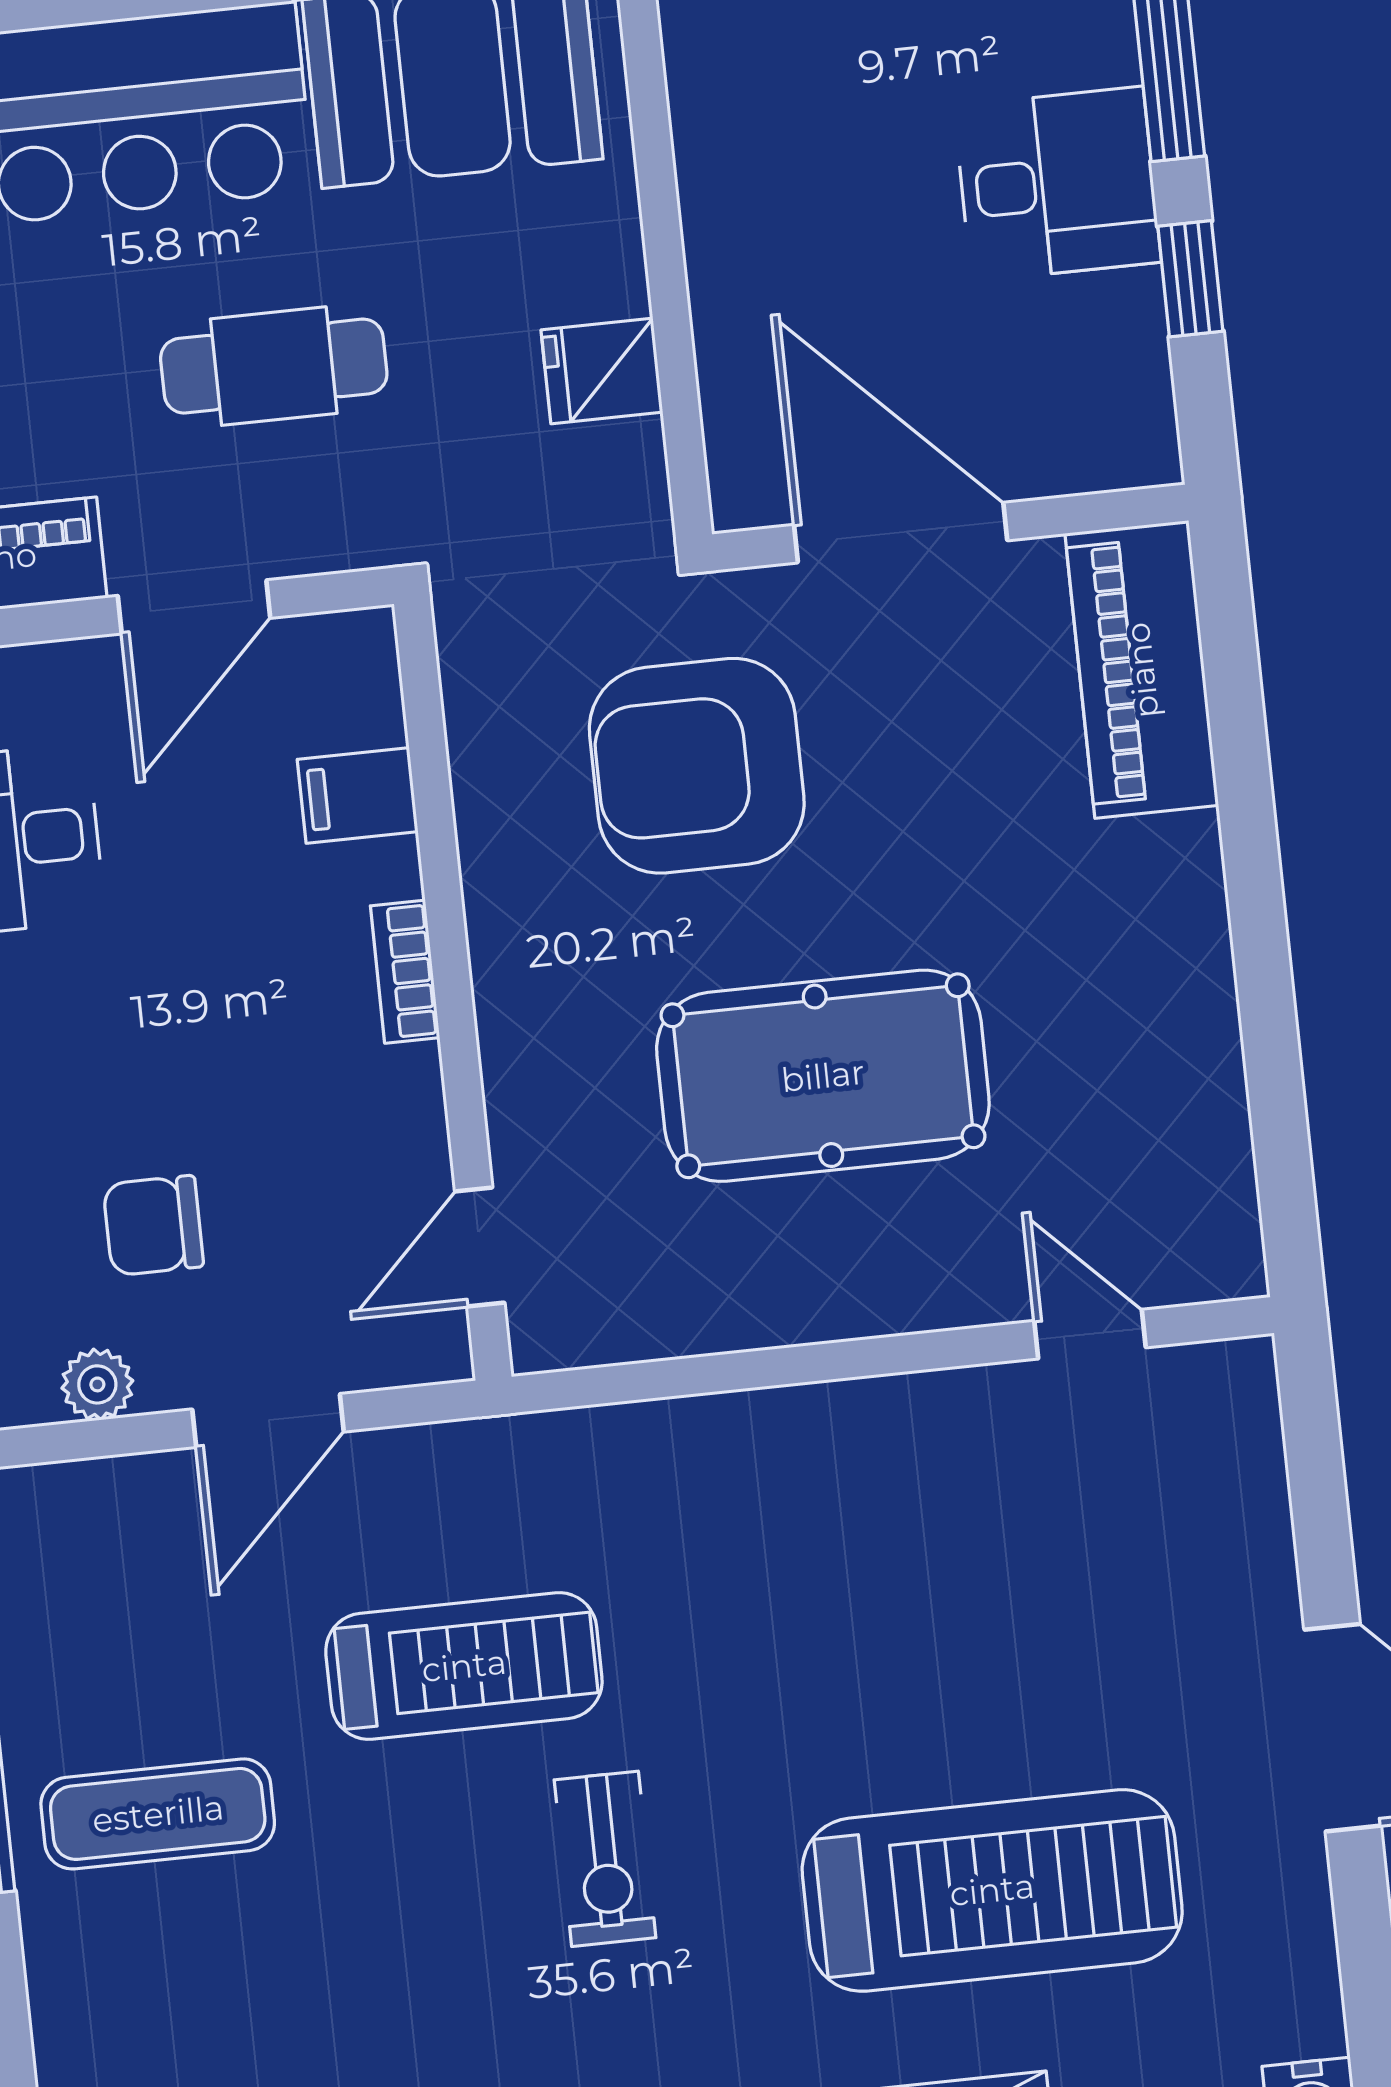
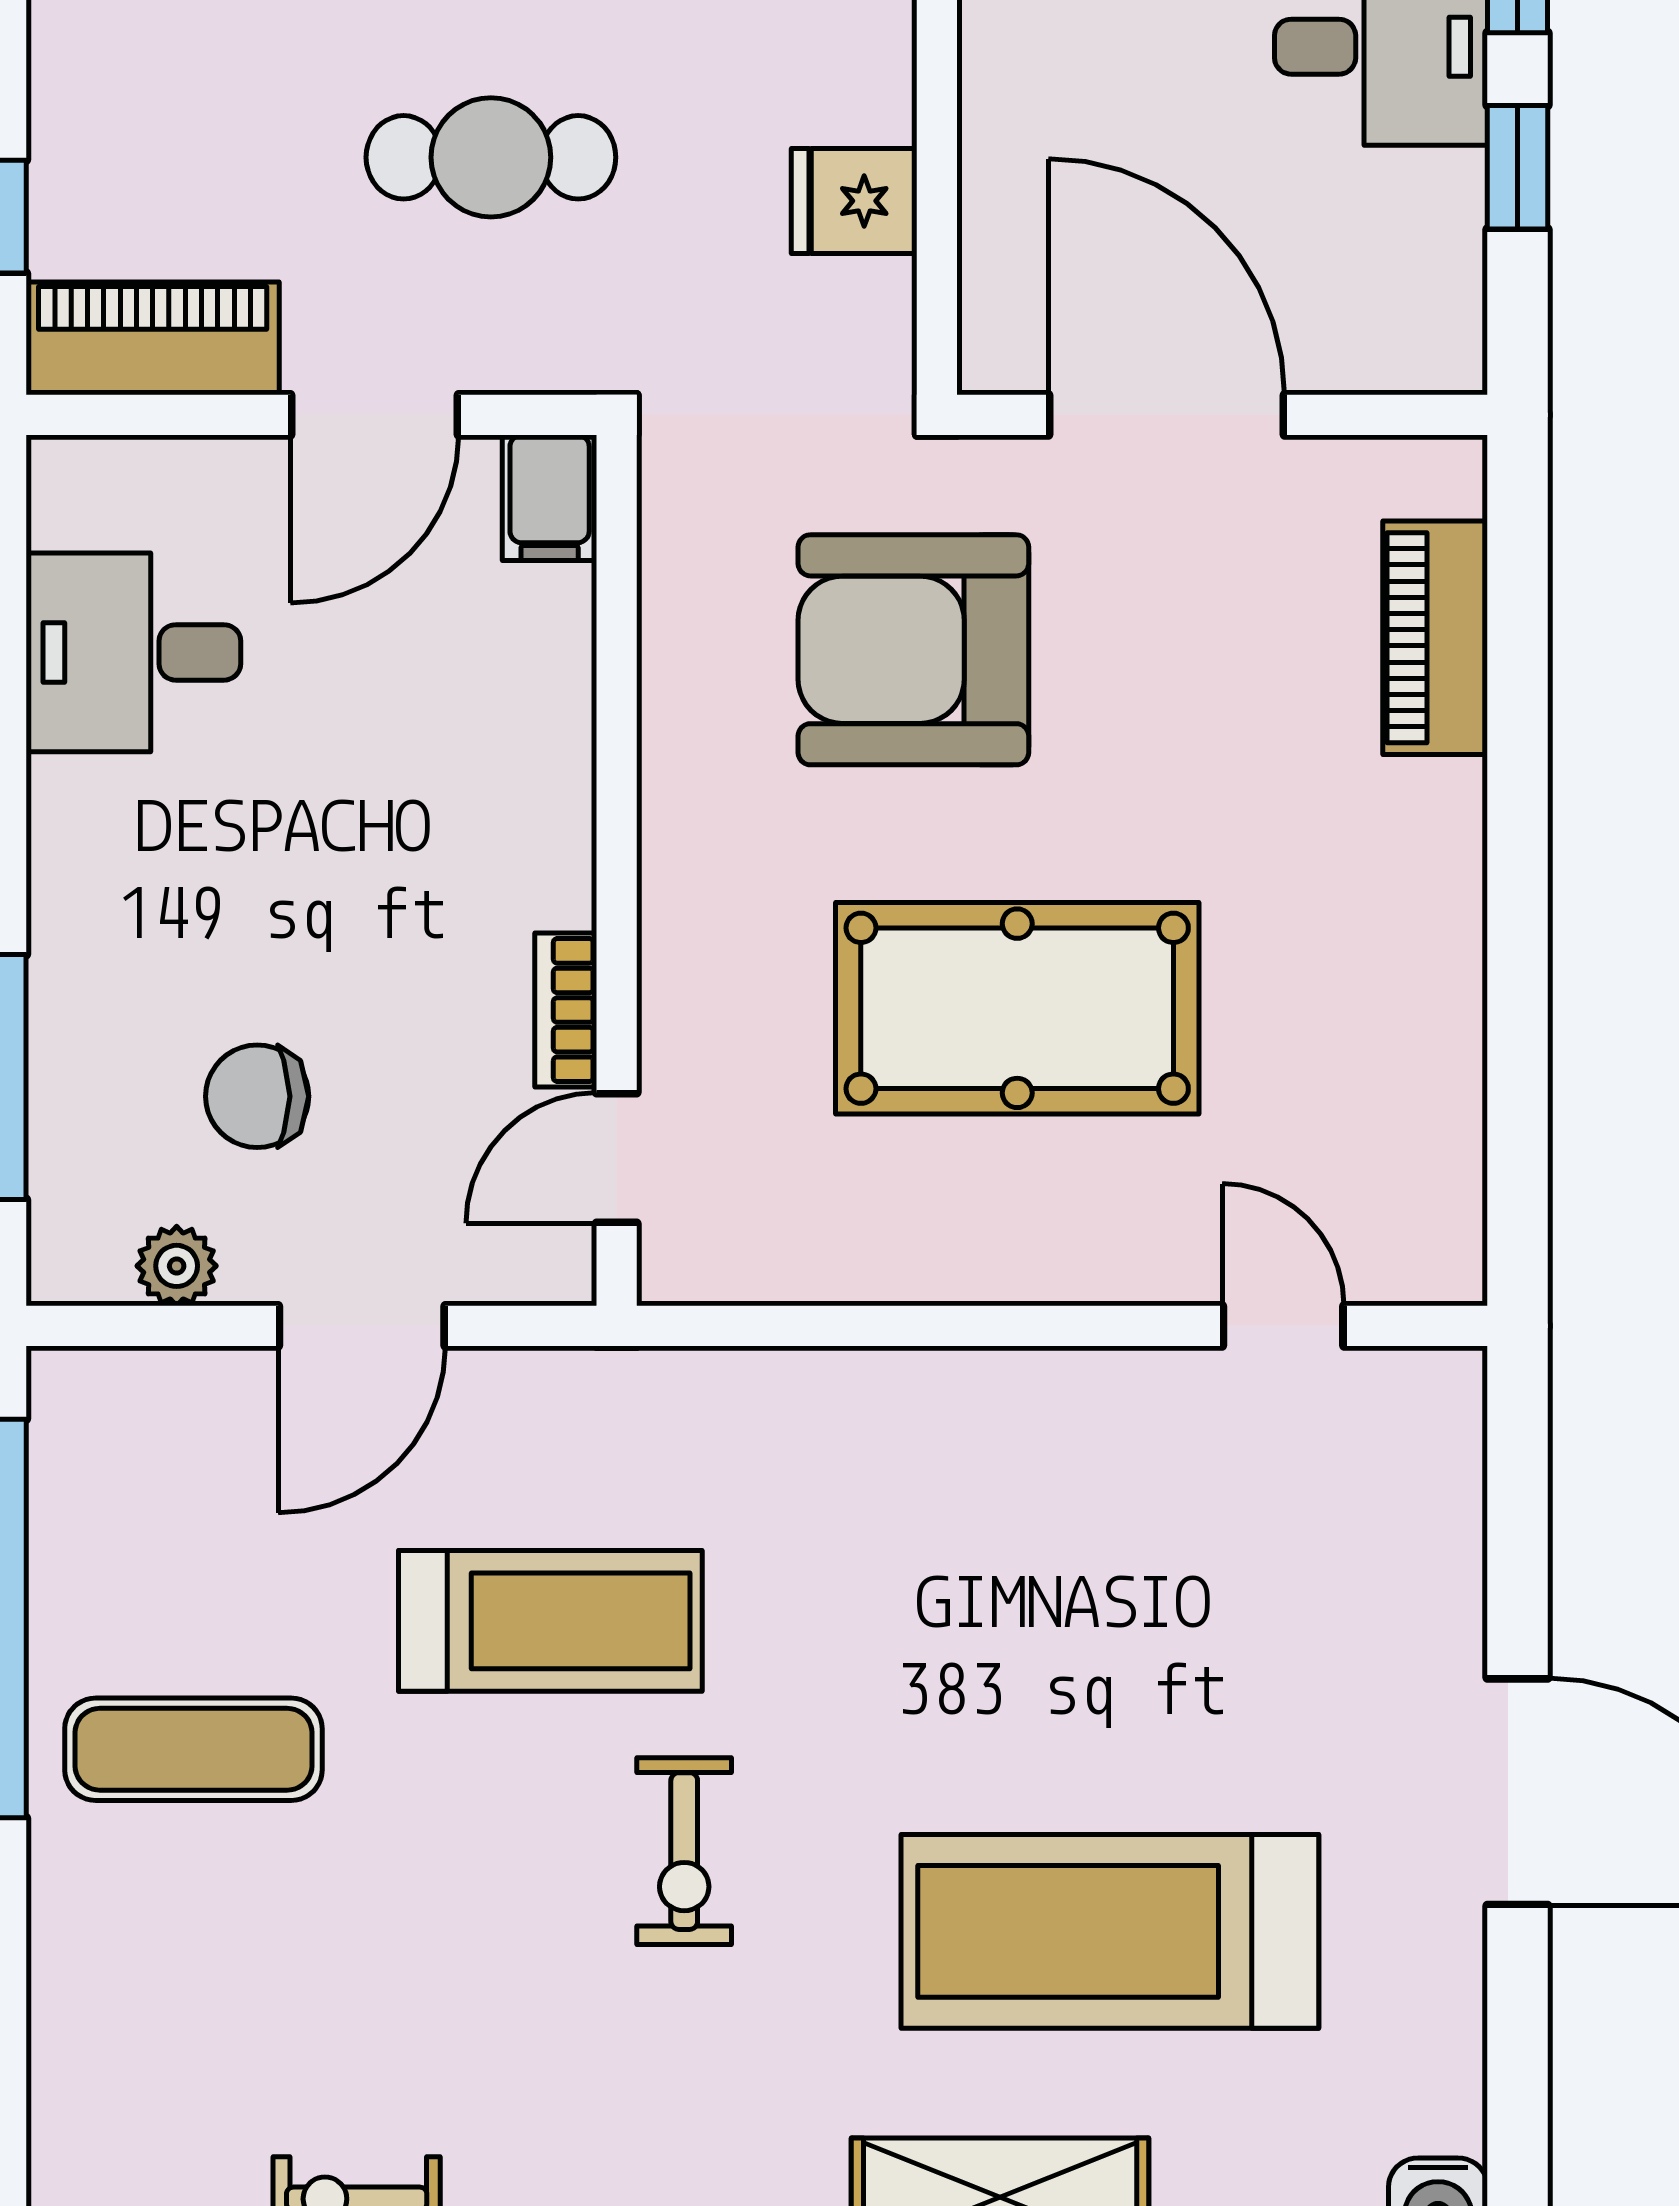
piano: (1142, 670) -> (1435, 638), width x0.73, depth x0.75
filing cabinet: (358, 795) -> (550, 498), moved, turned -90
bookcase: (405, 972) -> (566, 1010), moved
treadmill: (992, 1890) -> (1110, 1931), turned 180

